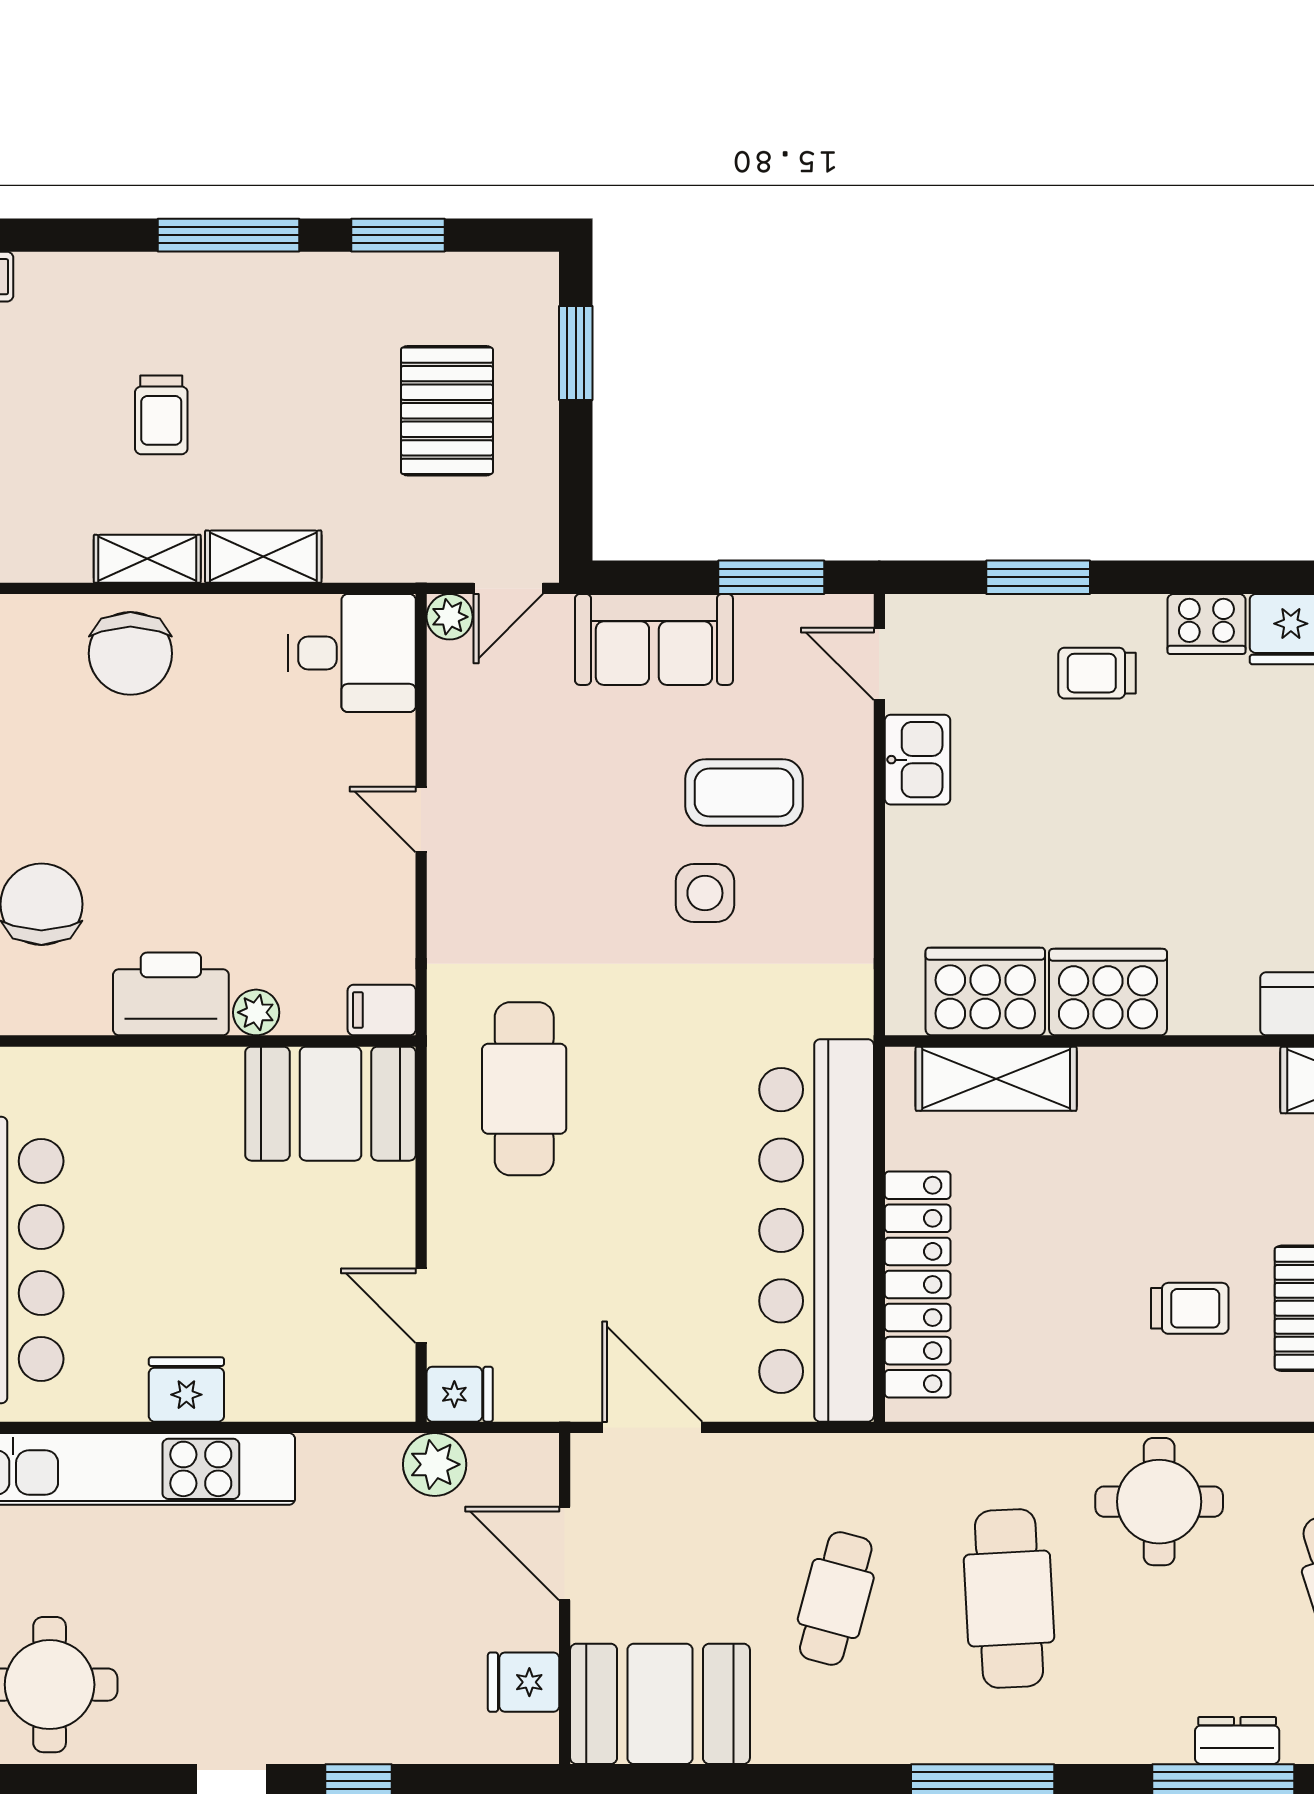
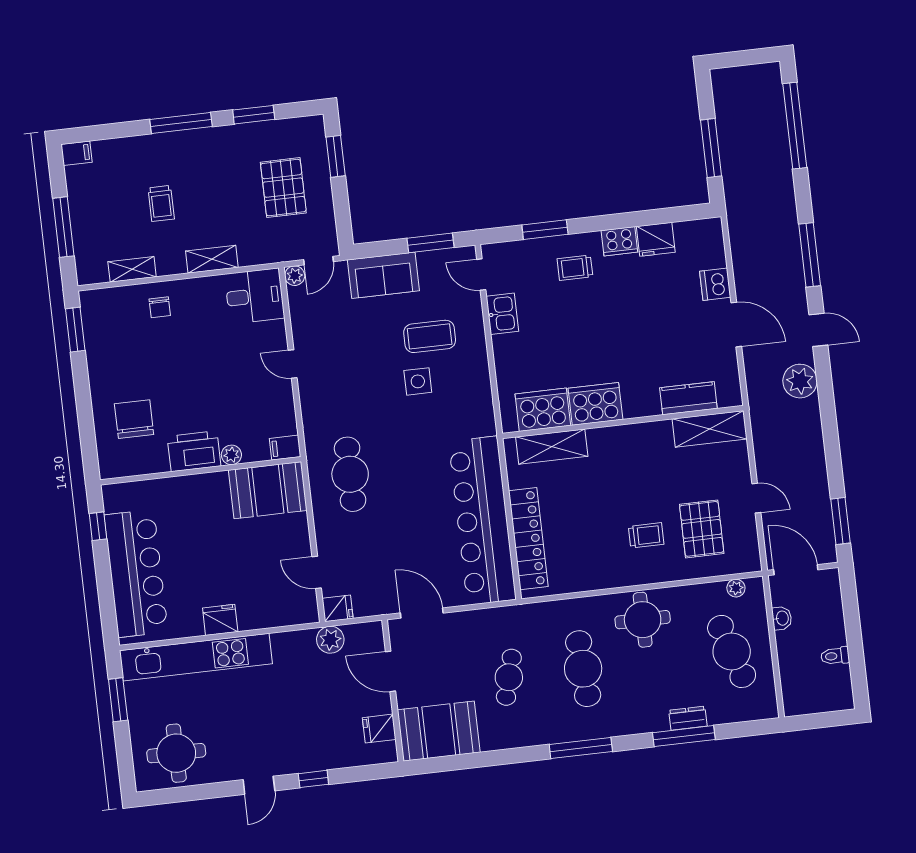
shelving: (147, 559) -> (132, 269), moved
chair: (130, 653) -> (160, 307), width x0.54, depth x0.54

